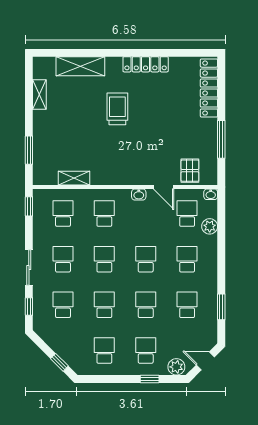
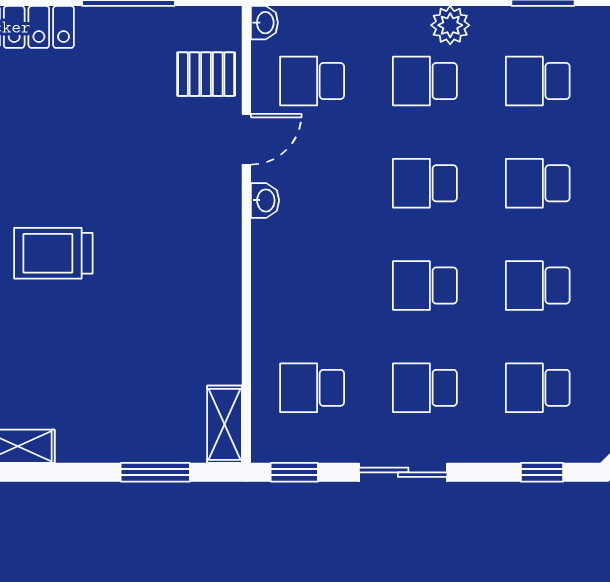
shelving: (74, 178) -> (225, 424), moved
school desk: (104, 214) -> (312, 286), removed
plant: (210, 226) -> (450, 25), moved
sliding door: (29, 268) -> (403, 472), moved

